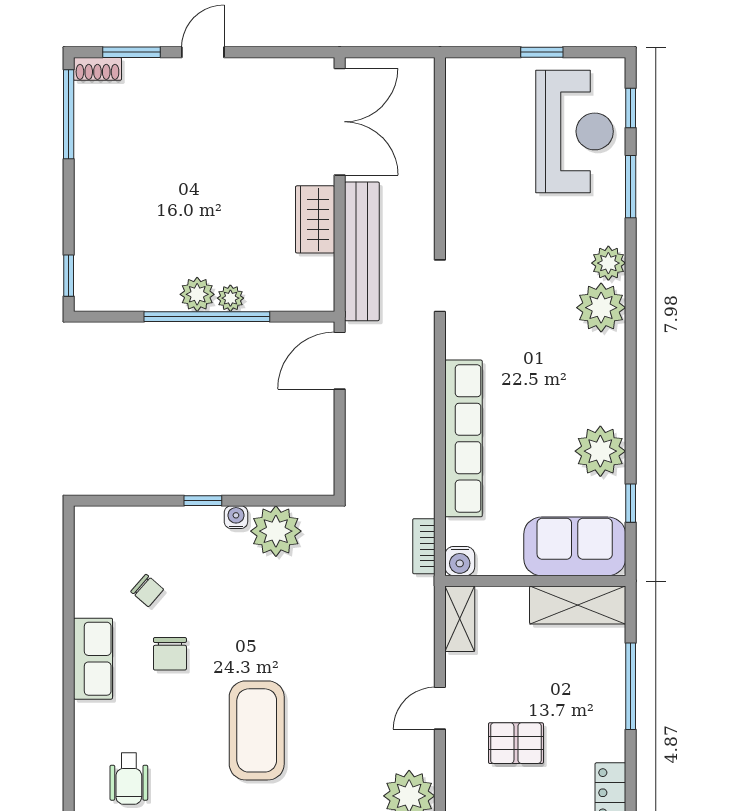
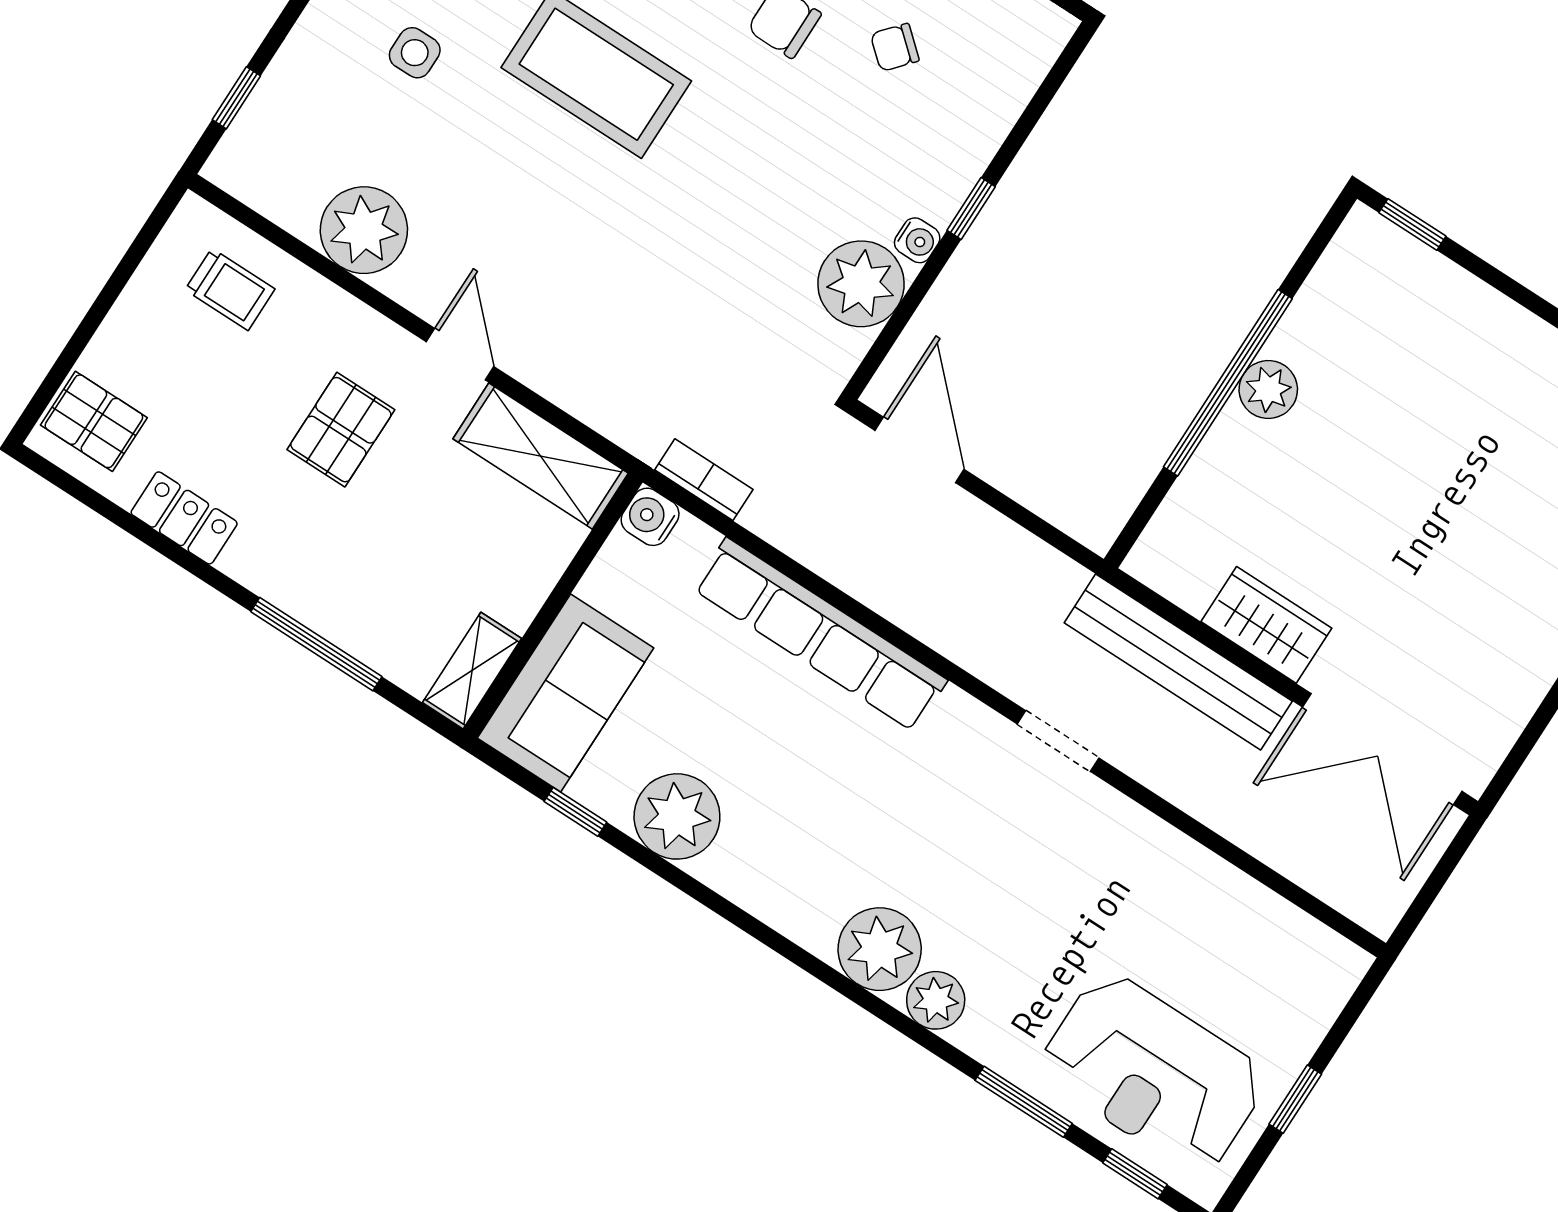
plant: (230, 298) -> (1232, 433), removed
door: (340, 361) -> (919, 450), moved
shelving: (578, 605) -> (472, 671), width x0.67, depth x0.75
shelving: (460, 619) -> (541, 456), width x1.50, depth x1.33

